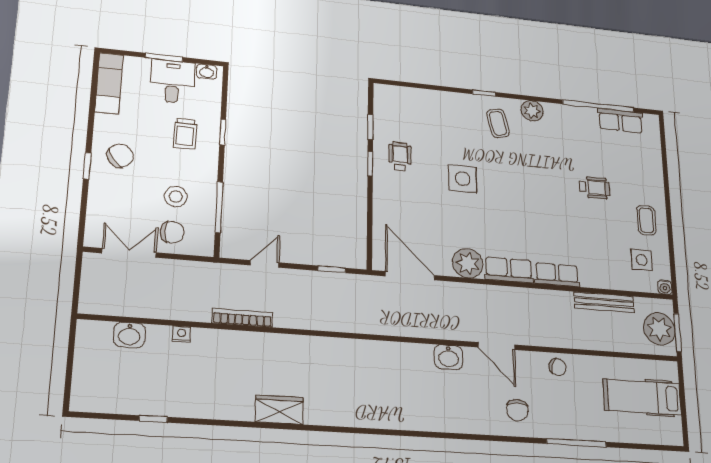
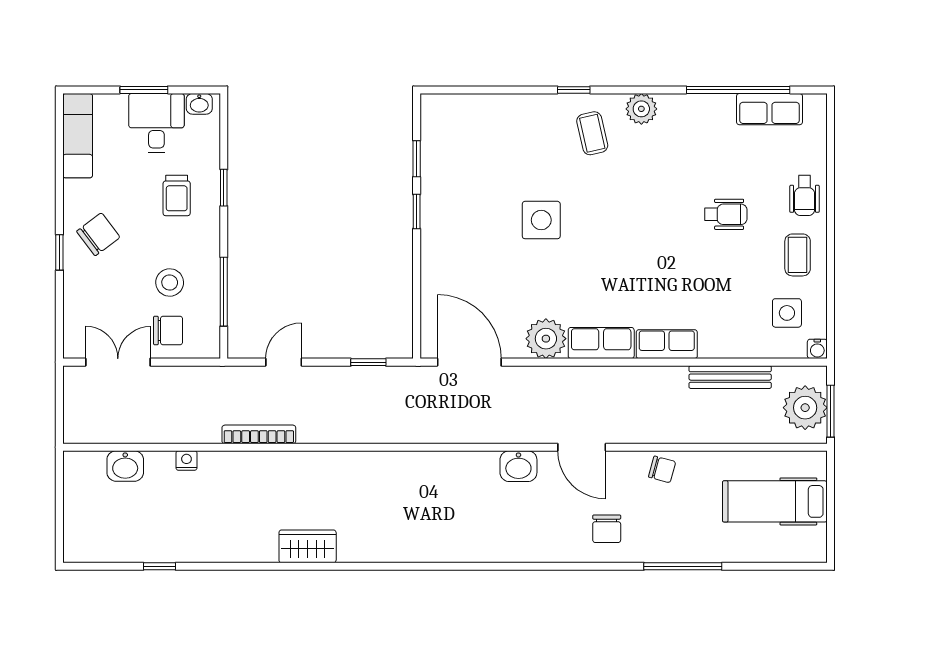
wheelchair: (400, 156) -> (805, 196), moved, turned 180

